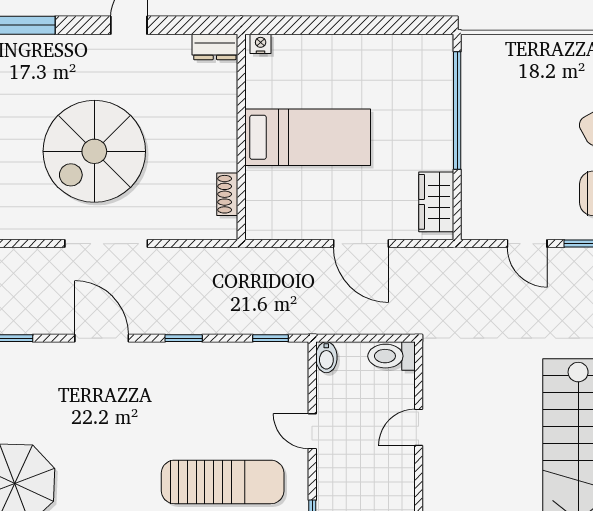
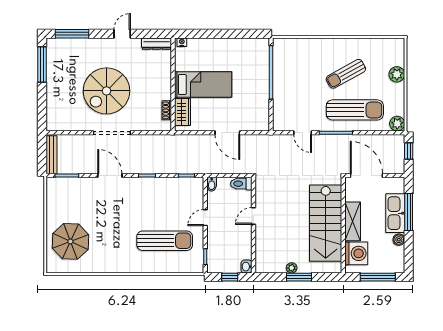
dresser: (215, 47) -> (157, 44), width x1.44
wardrobe: (436, 202) -> (183, 112), moved, turned 180
door: (312, 431) -> (205, 218), hinge flipped

